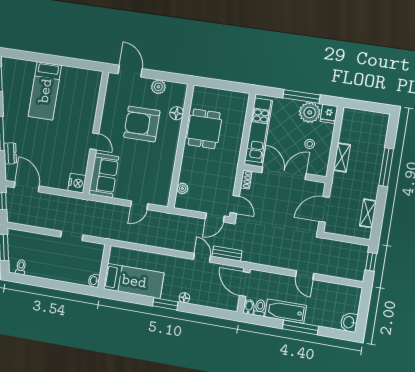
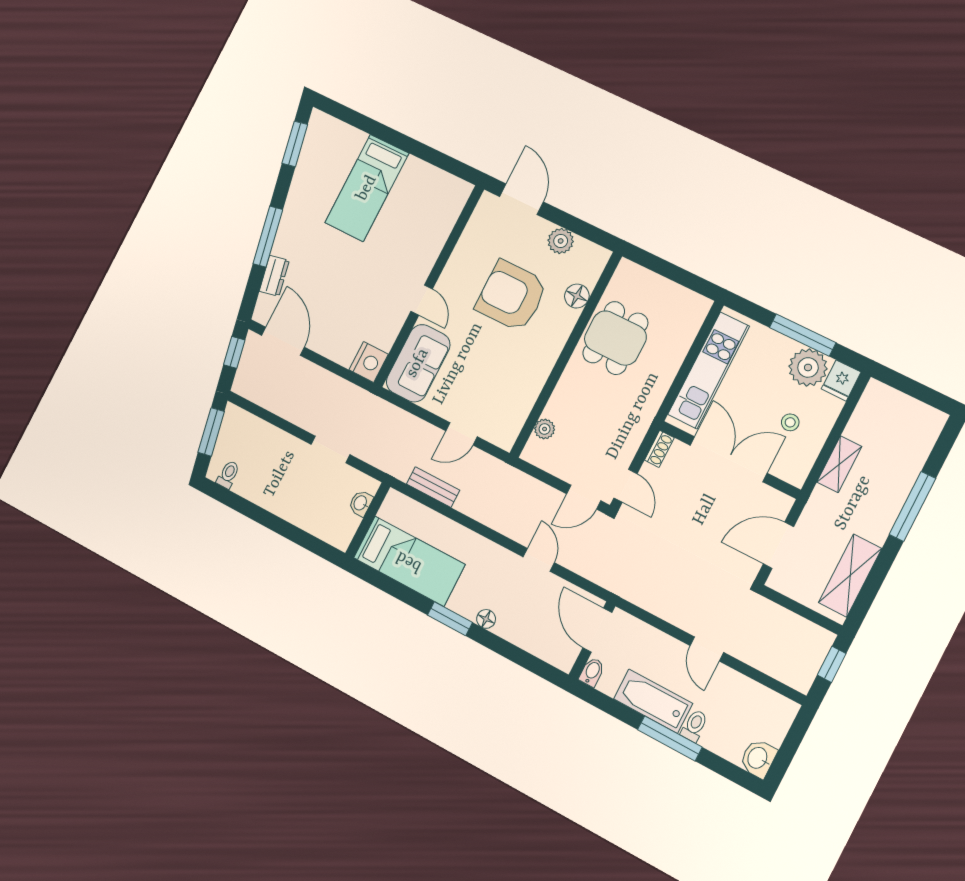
shelving: (368, 213) -> (850, 576), width x1.50, depth x1.33
bench: (227, 254) -> (433, 487), moved
washbasin: (94, 281) -> (361, 503), moved
toilet: (260, 308) -> (694, 726), moved

